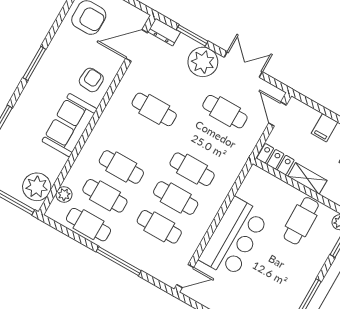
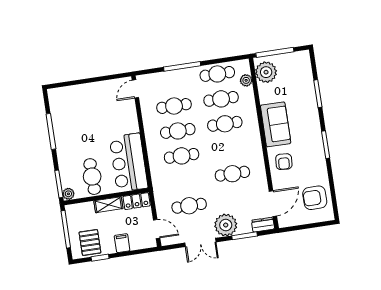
bar counter: (234, 238) -> (129, 163), moved

